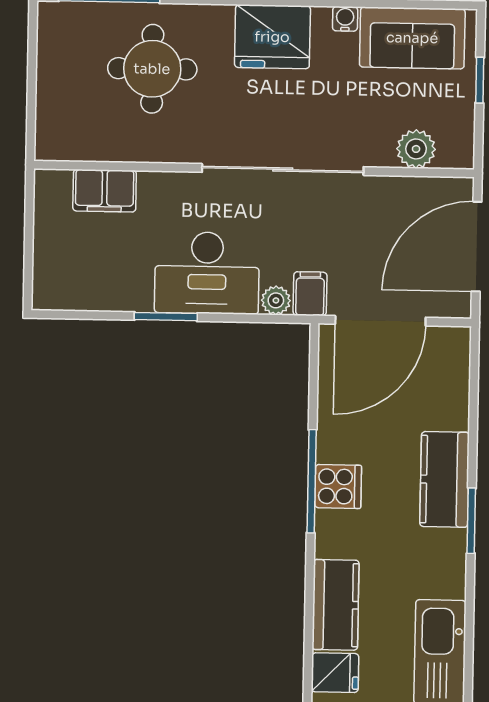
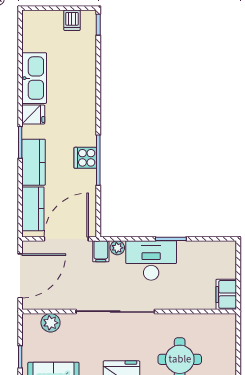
filing cabinet: (105, 191) -> (226, 294), moved, turned -90
kitchen counter: (336, 605) -> (33, 209), moved, turned 180
fridge: (335, 673) -> (33, 115), moved, turned 180

